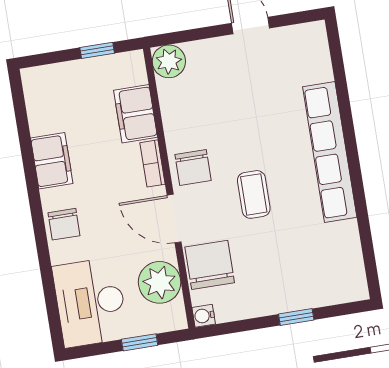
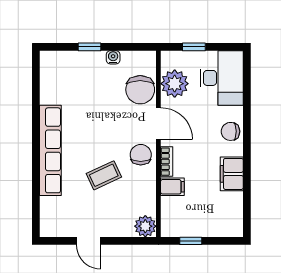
filing cabinet: (136, 114) -> (172, 187), width x0.50
coffee table: (254, 194) -> (104, 175), moved, turned 65
chair: (64, 224) -> (231, 131), turned -90
water cooler: (204, 316) -> (113, 57), moved, turned -90

